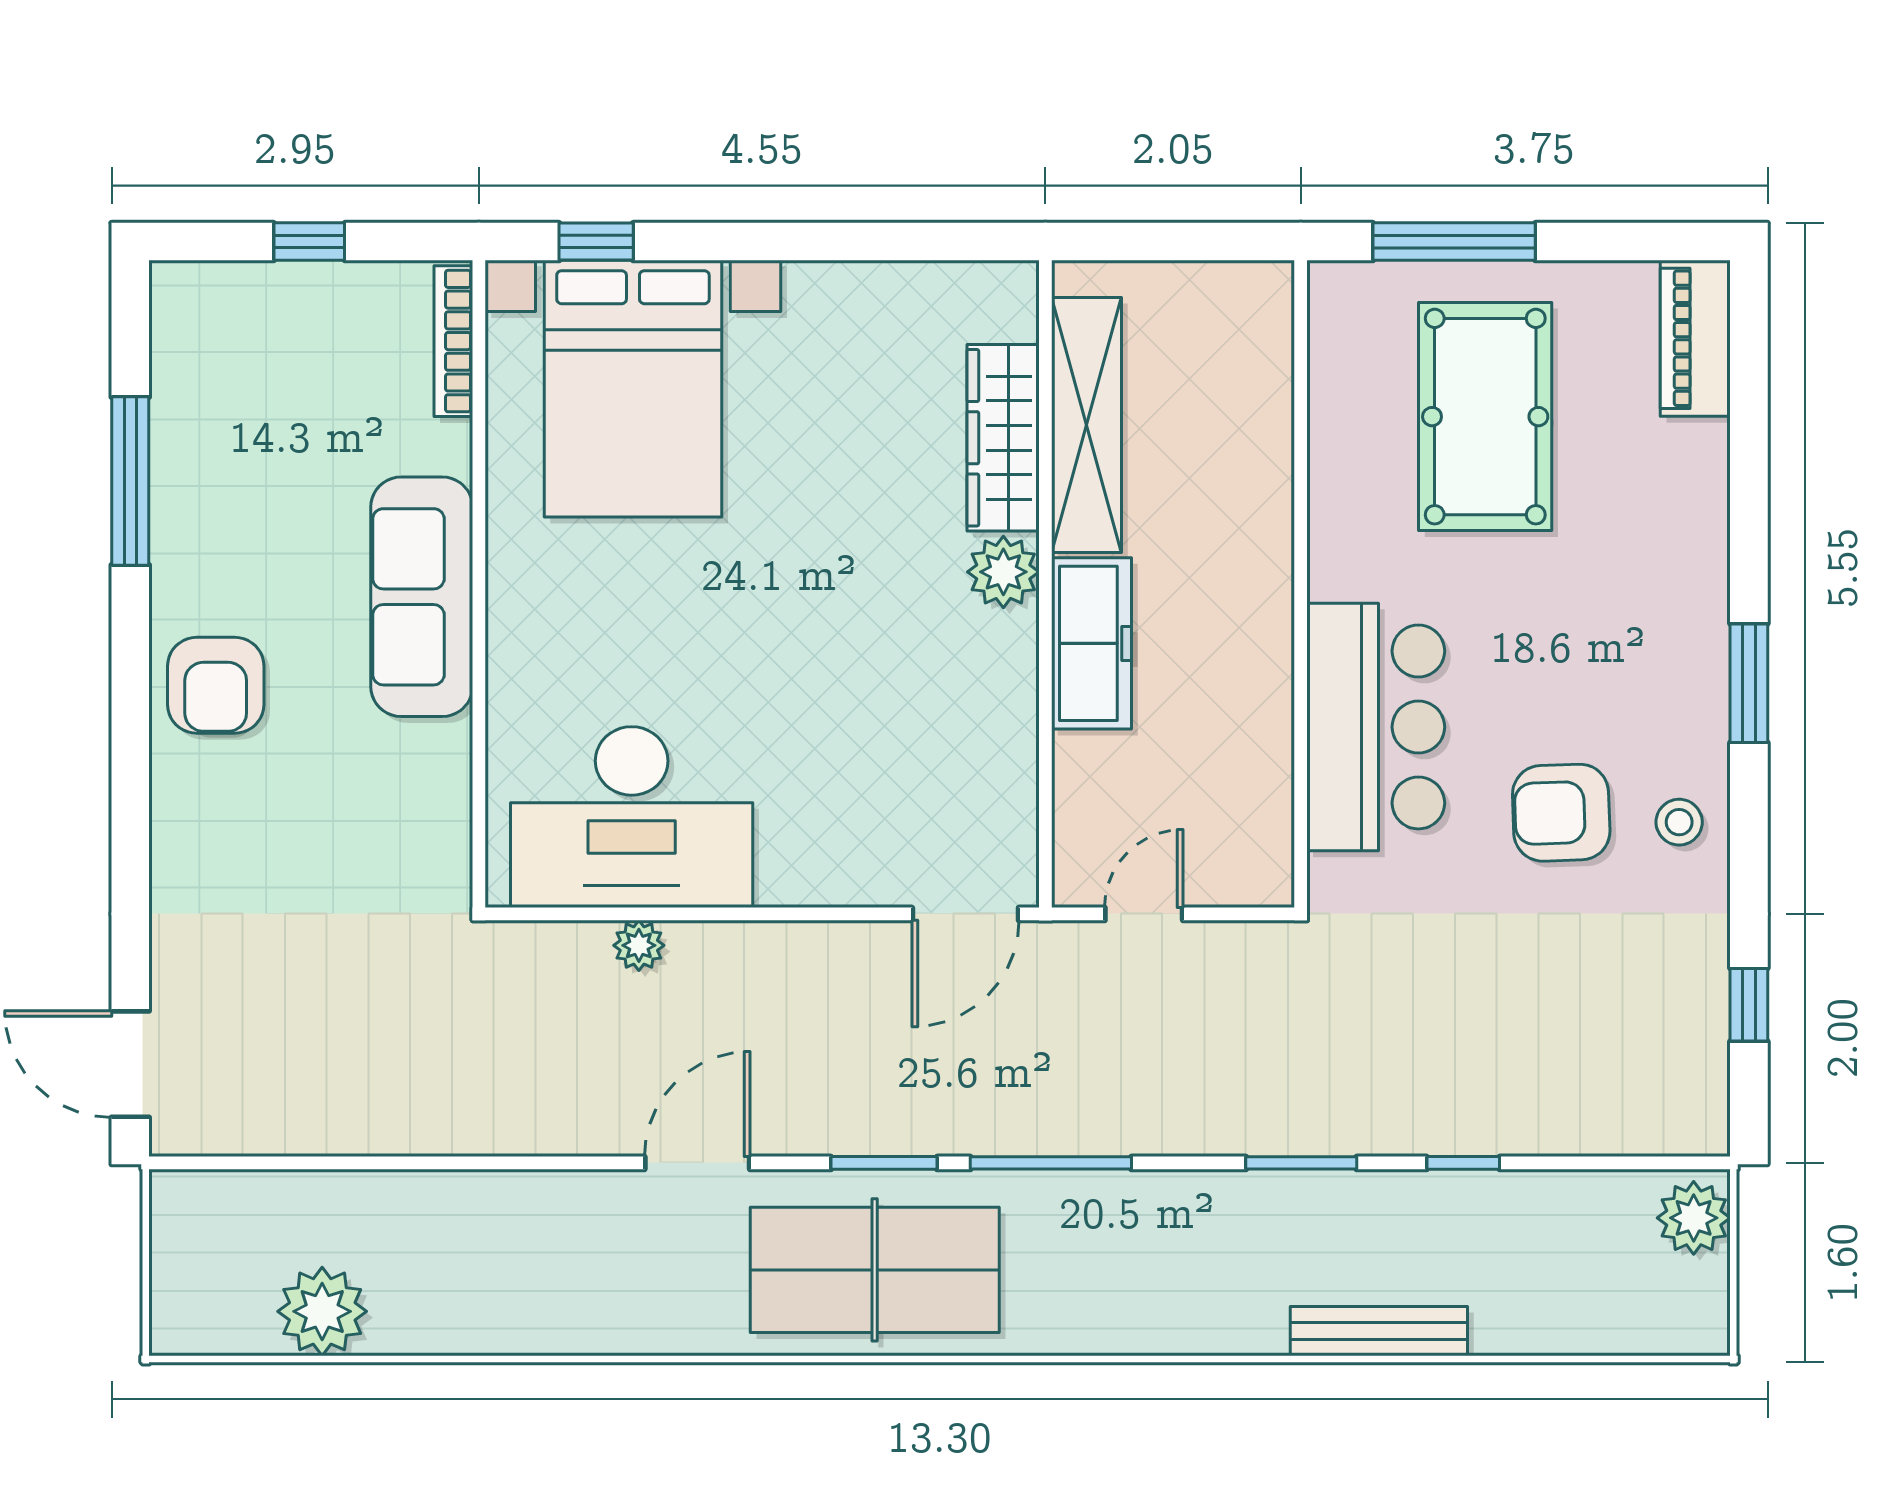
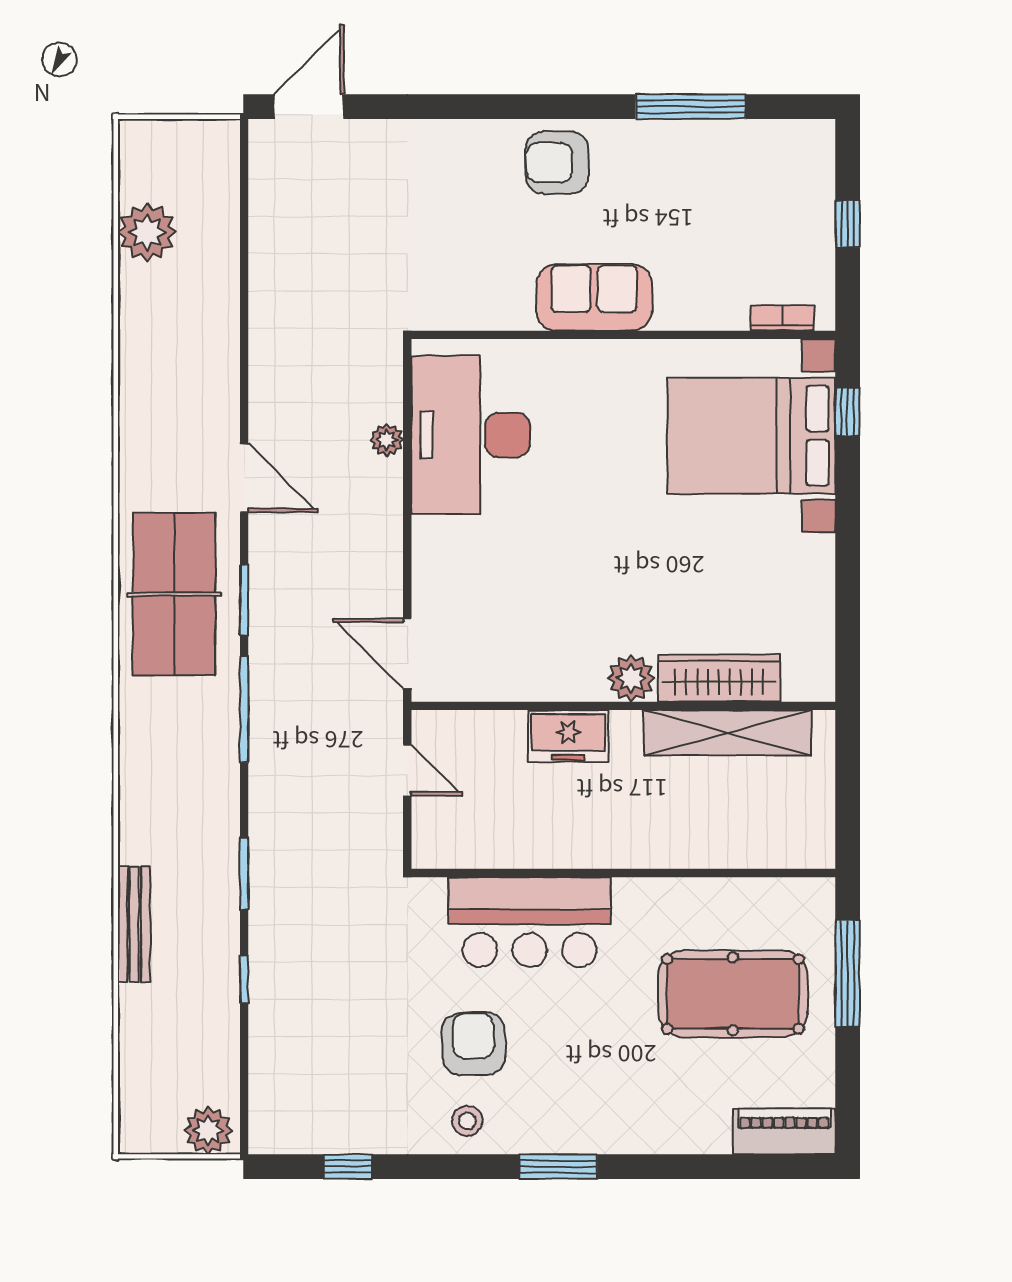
bookcase: (453, 341) -> (782, 318), width x0.64
sofa: (422, 597) -> (594, 297), width x0.73
freezer: (1092, 643) -> (568, 736), width x0.71

